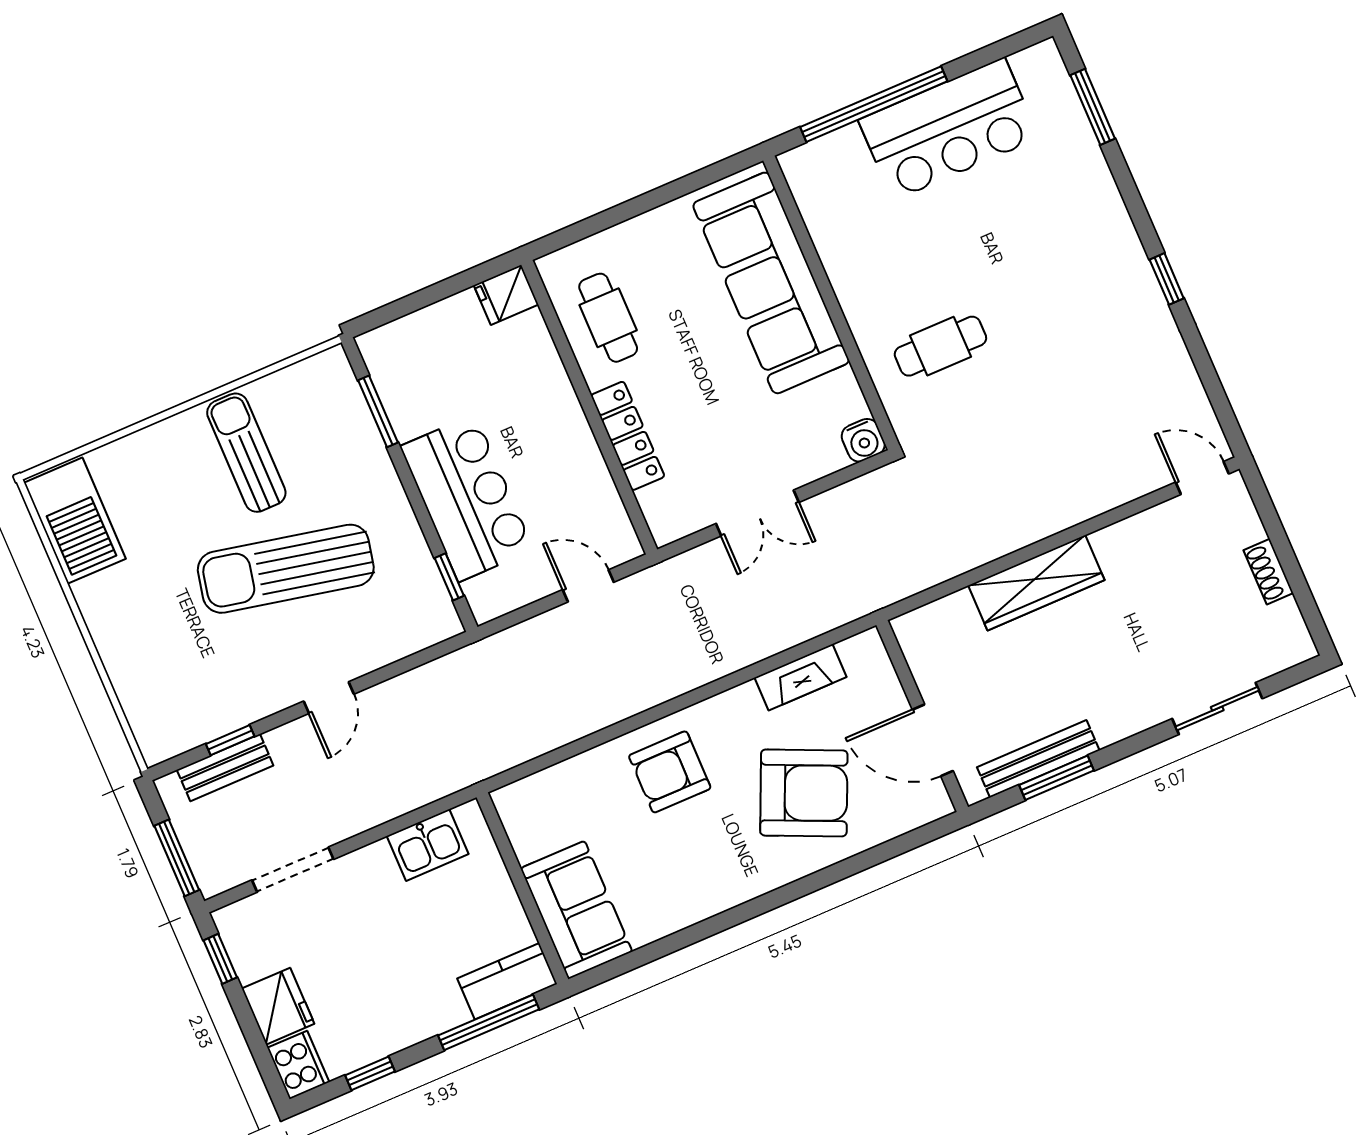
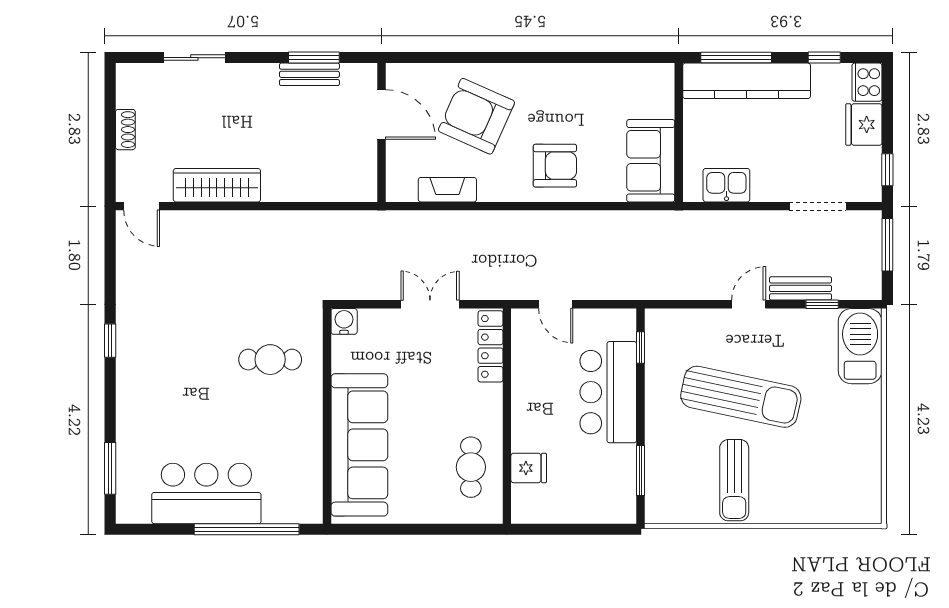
fridge: (506, 295) -> (529, 468), moved
locker: (628, 436) -> (491, 346), moved
barbecue: (75, 521) -> (860, 346), moved
wardrobe: (1036, 583) -> (217, 185), moved
bench: (1038, 759) -> (309, 74), width x0.73
bench: (225, 768) -> (801, 288), moved
sofa: (576, 910) -> (651, 161), moved
kitchen counter: (507, 981) -> (747, 81), width x2.08, depth x1.17

